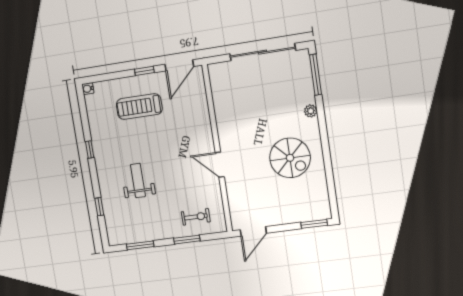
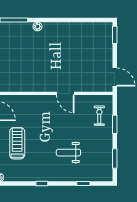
treadmill: (139, 107) -> (17, 143), turned 180
spiral stairs: (290, 158) -> (67, 45), removed
door: (220, 165) -> (65, 93), hinge flipped

